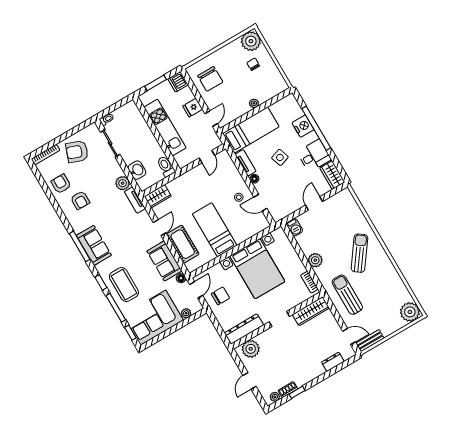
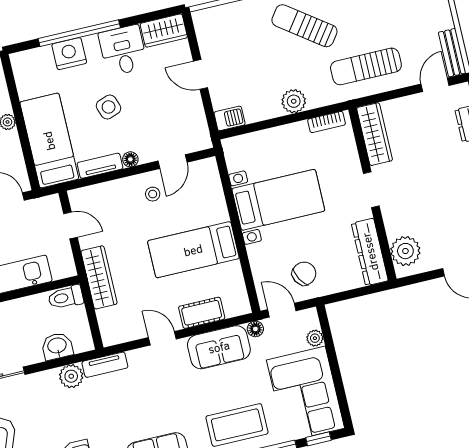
wardrobe: (158, 196) -> (99, 277), moved, width x1.50
cot: (183, 244) -> (202, 313), width x0.73, depth x0.75
bed with nightstands: (257, 269) -> (278, 200), width x0.73
chair: (220, 296) -> (304, 274), turned 60

